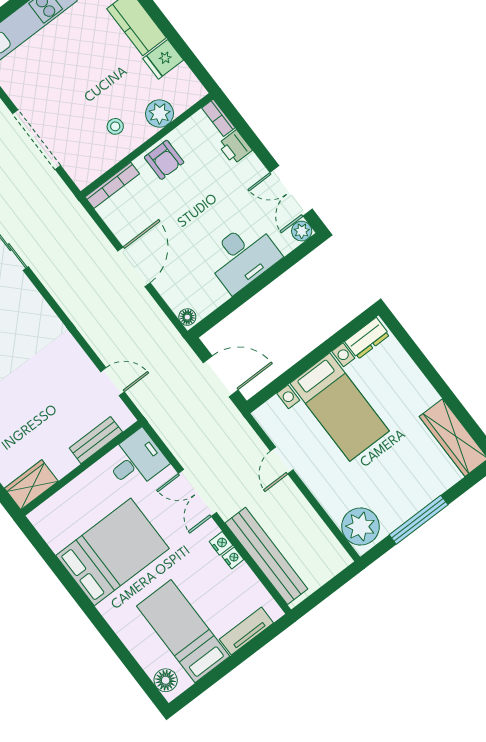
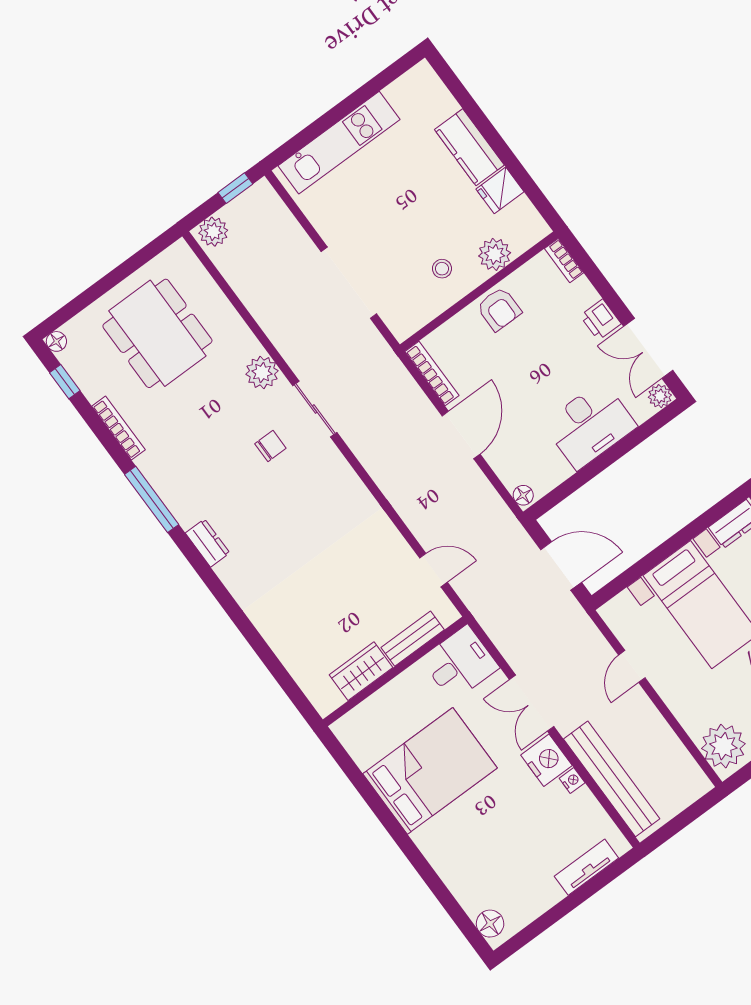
printer: (235, 147) -> (601, 320), moved
bookcase: (112, 185) -> (432, 374), moved, turned -90
wardrobe: (31, 485) -> (361, 671), moved
nightstand: (221, 543) -> (546, 760), width x1.89, depth x1.79
bed: (183, 631) -> (512, 866), removed

